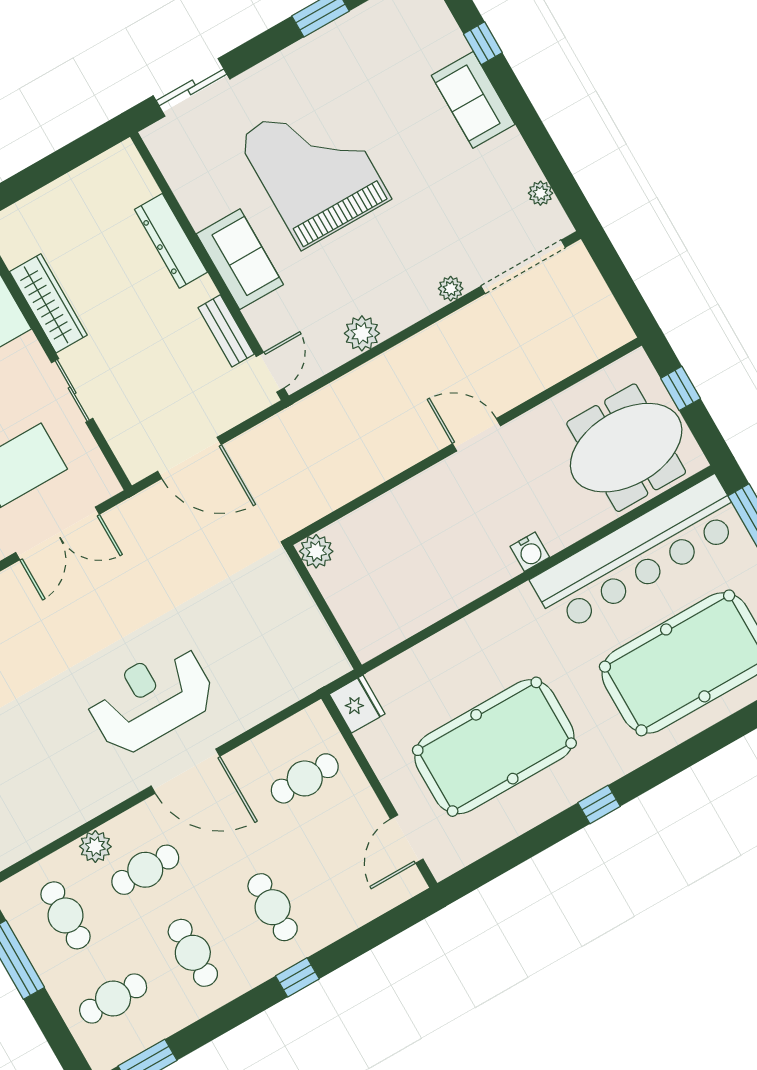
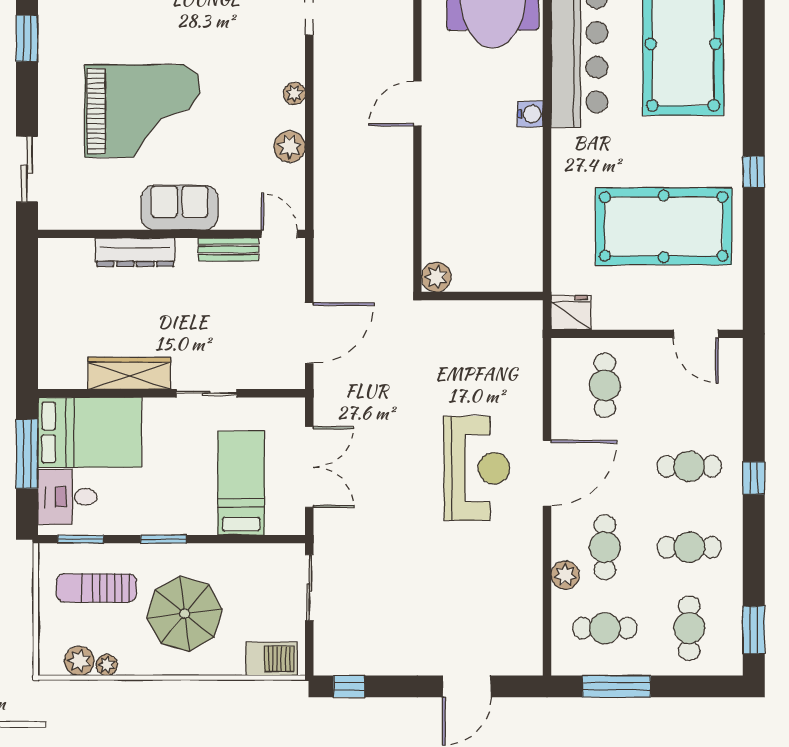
grand piano: (314, 168) -> (142, 111), turned 180
plant: (451, 289) -> (294, 93), moved
reception desk: (151, 699) -> (477, 468), turned 180
pool table: (494, 747) -> (664, 226), turned 90

